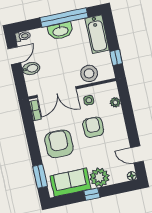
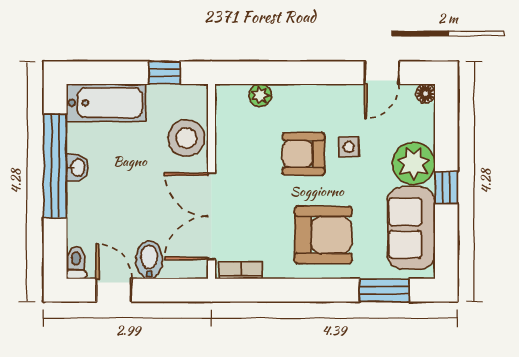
washbasin: (60, 31) -> (77, 168), width x0.52, depth x0.69
double door: (56, 92) -> (211, 216), swing flipped
side table: (89, 100) -> (349, 147), moved
armchair: (59, 144) -> (323, 235), turned 180

